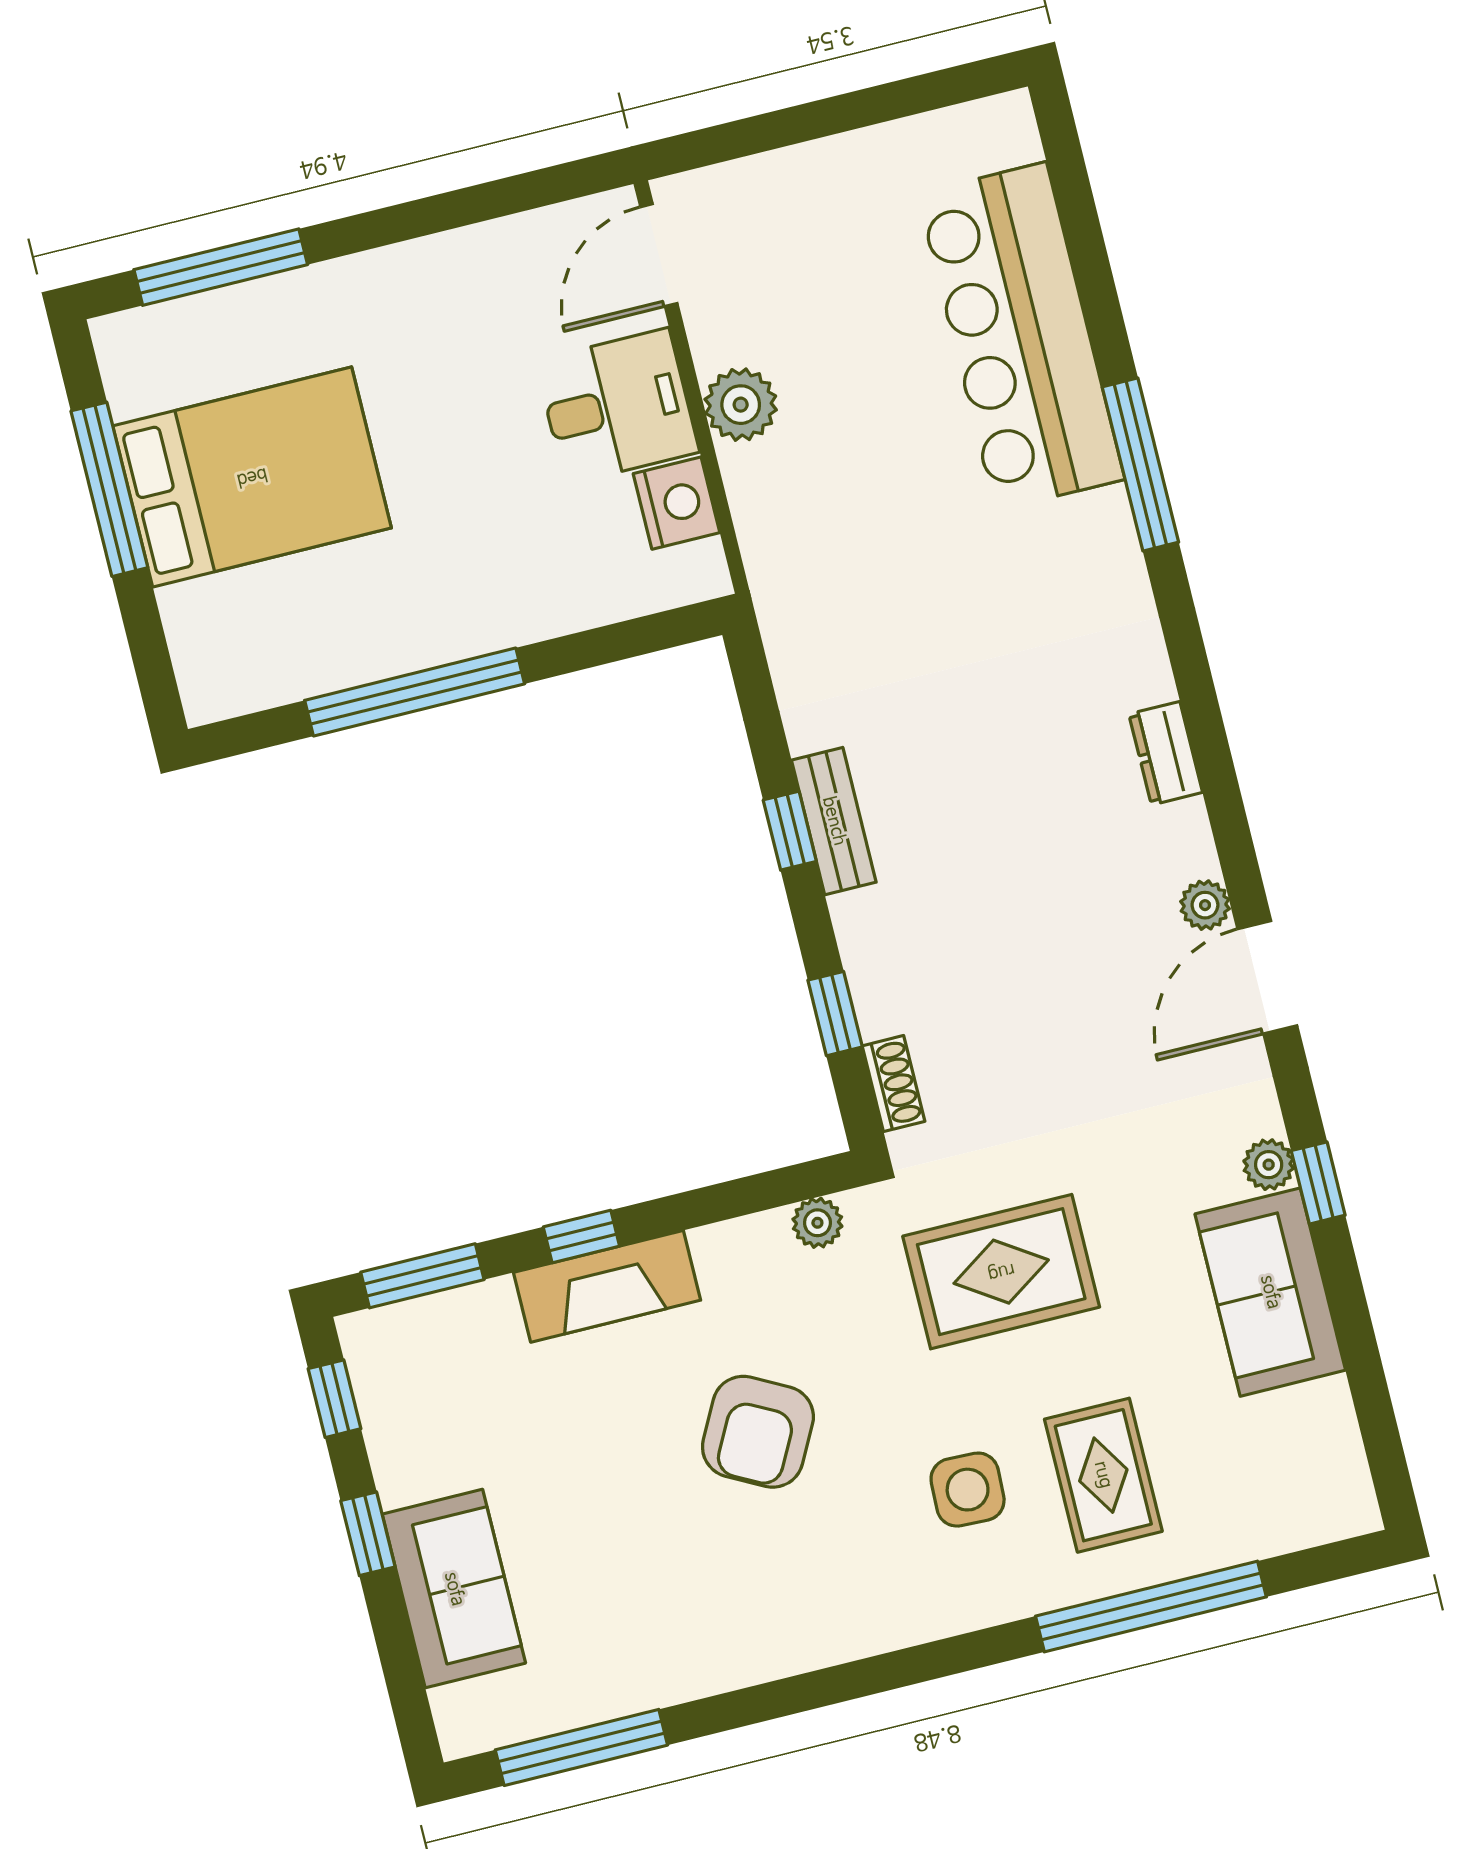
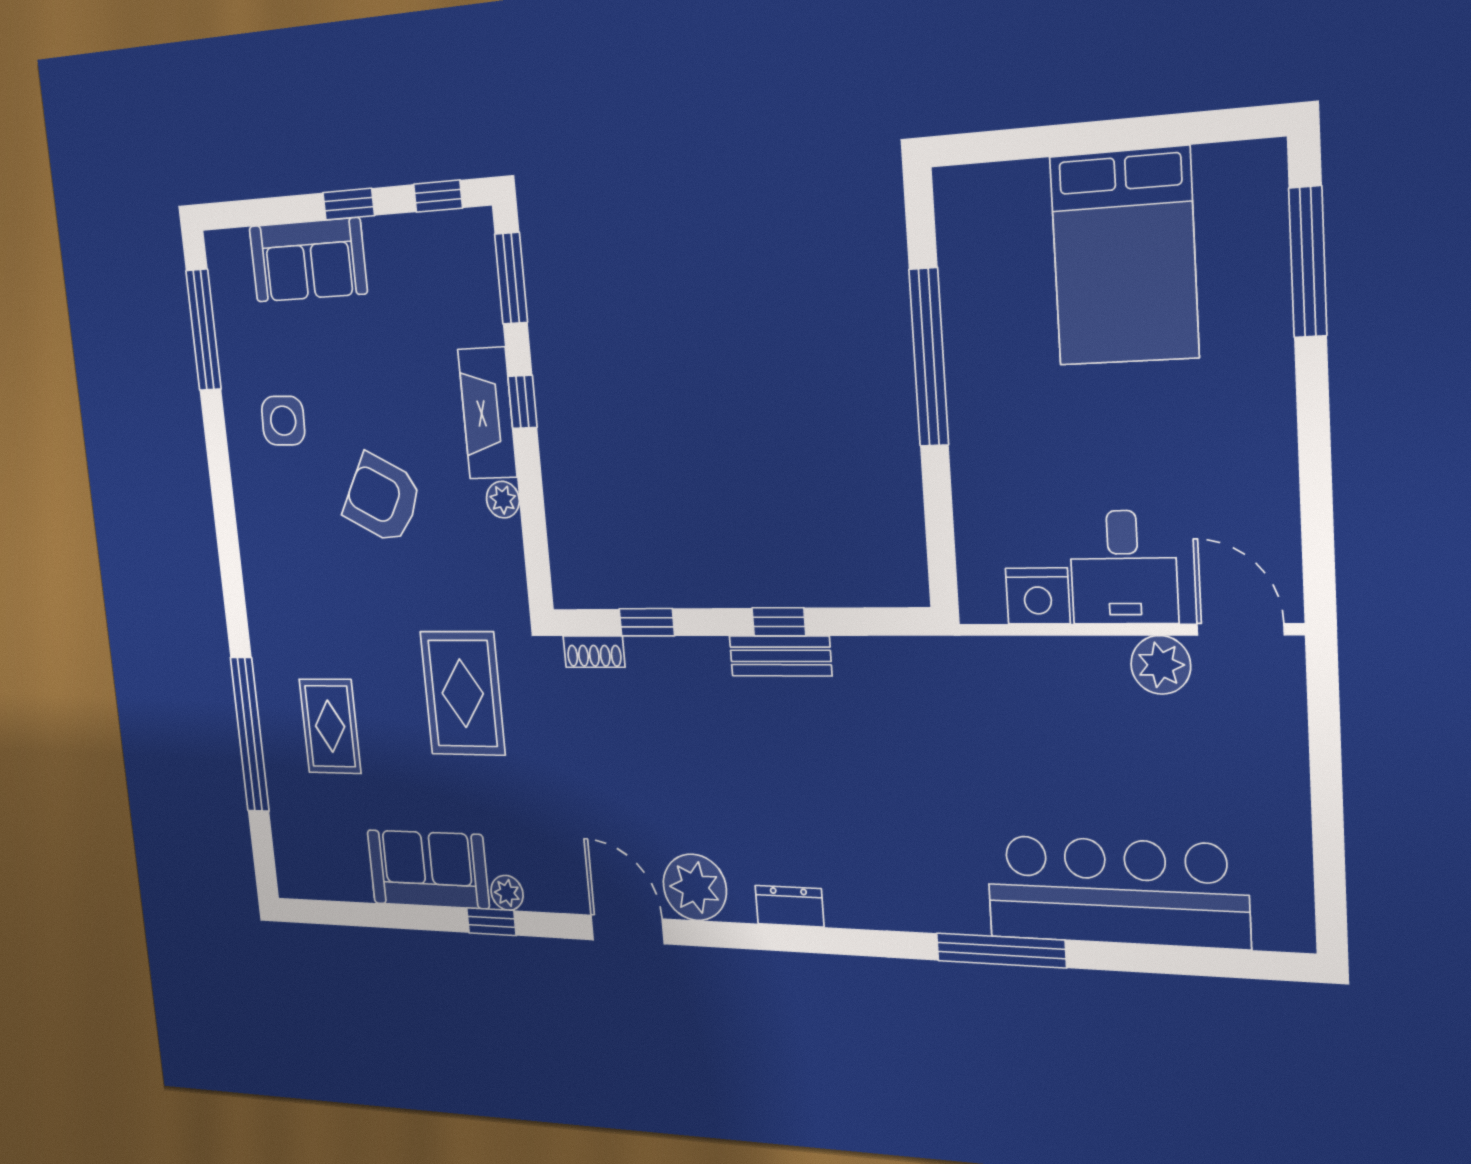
plant: (741, 405) -> (1161, 665), moved
window: (109, 489) -> (1137, 133), removed
plant: (1205, 905) -> (695, 887), width x1.87, depth x1.87
plant: (817, 1223) -> (503, 500), moved
rug: (1103, 1475) -> (330, 726), turned 90
side table: (968, 1490) -> (283, 421), moved

